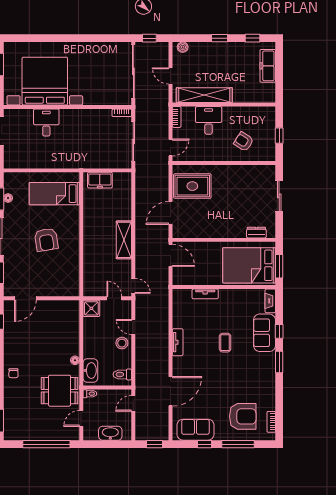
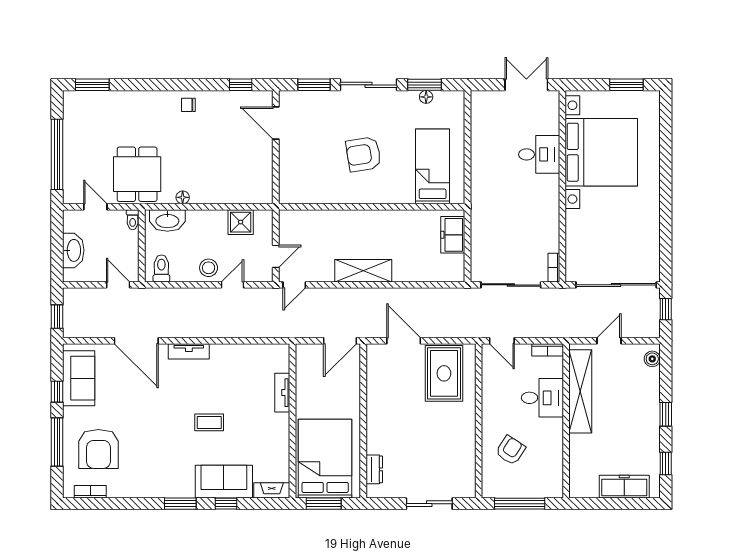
window: (279, 136) -> (520, 504), width x2.17
shower: (91, 308) -> (241, 222), moved
tv unit: (178, 342) -> (189, 351), moved
chair: (13, 373) -> (188, 105), moved

